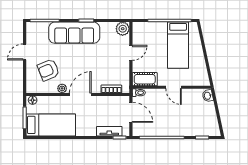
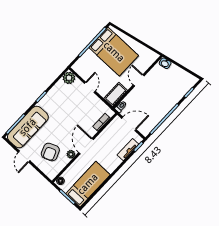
sofa: (74, 33) -> (28, 127), moved
bed: (178, 45) -> (114, 52), width x1.50
door: (174, 87) -> (139, 80), swing flipped

